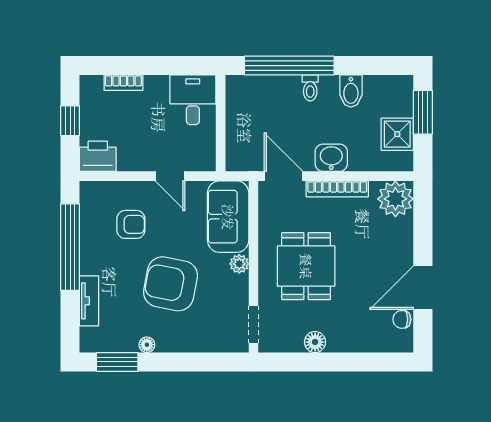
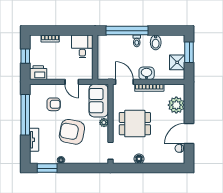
plant: (395, 199) -> (176, 105), moved
dining table: (306, 266) -> (135, 124), turned 90

